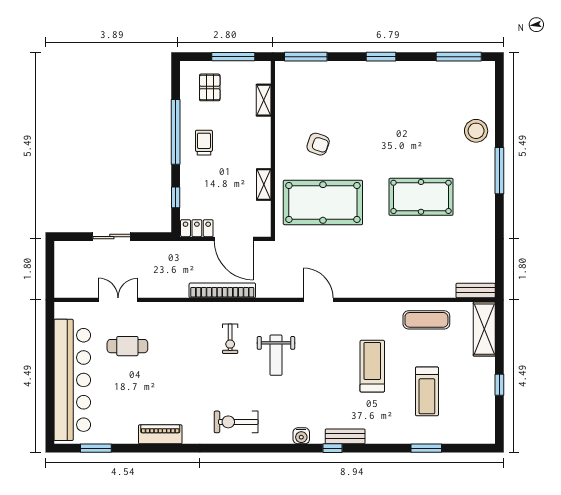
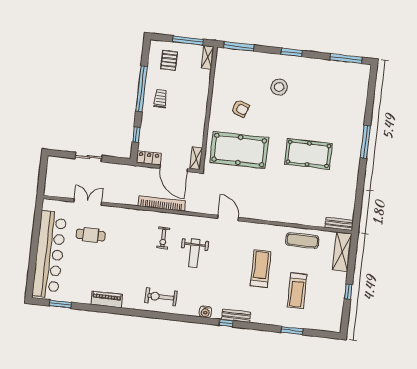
shelving: (264, 100) -> (208, 57), moved
stool: (476, 131) -> (279, 87), moved
shelving: (264, 185) -> (196, 158), moved

